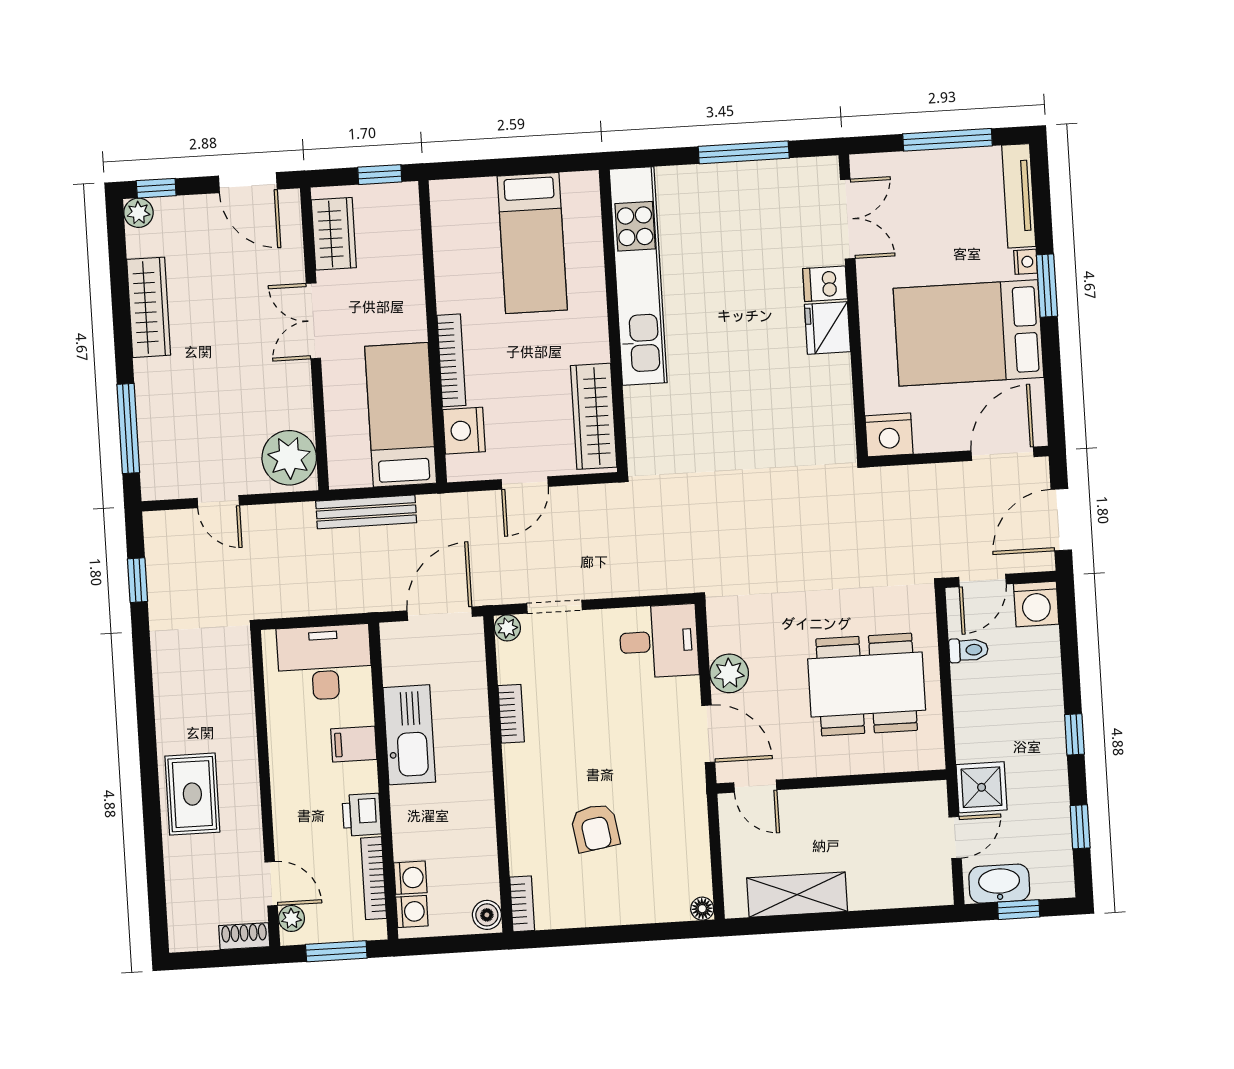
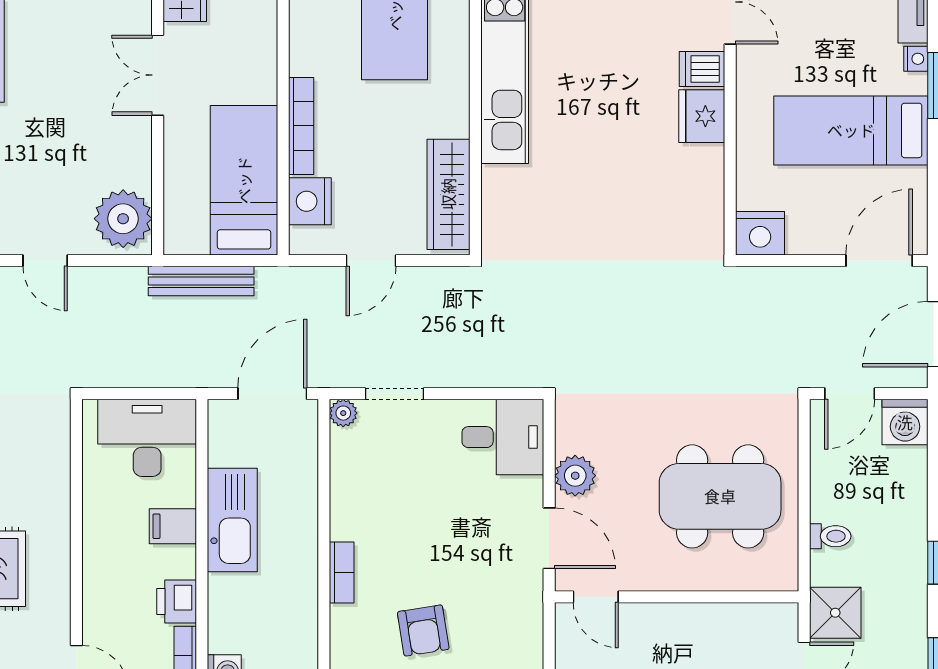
bed: (968, 333) -> (851, 130), width x0.67
toilet: (968, 650) -> (830, 536), moved
bookcase: (511, 714) -> (342, 572), moved

